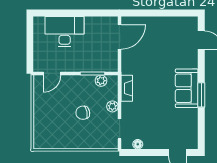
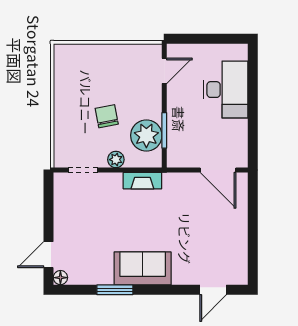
door: (52, 73) -> (164, 71), swing flipped
plant: (101, 81) -> (146, 135), width x1.87, depth x1.87
window: (201, 95) -> (115, 290), moved
floor lamp: (138, 144) -> (60, 278), moved

